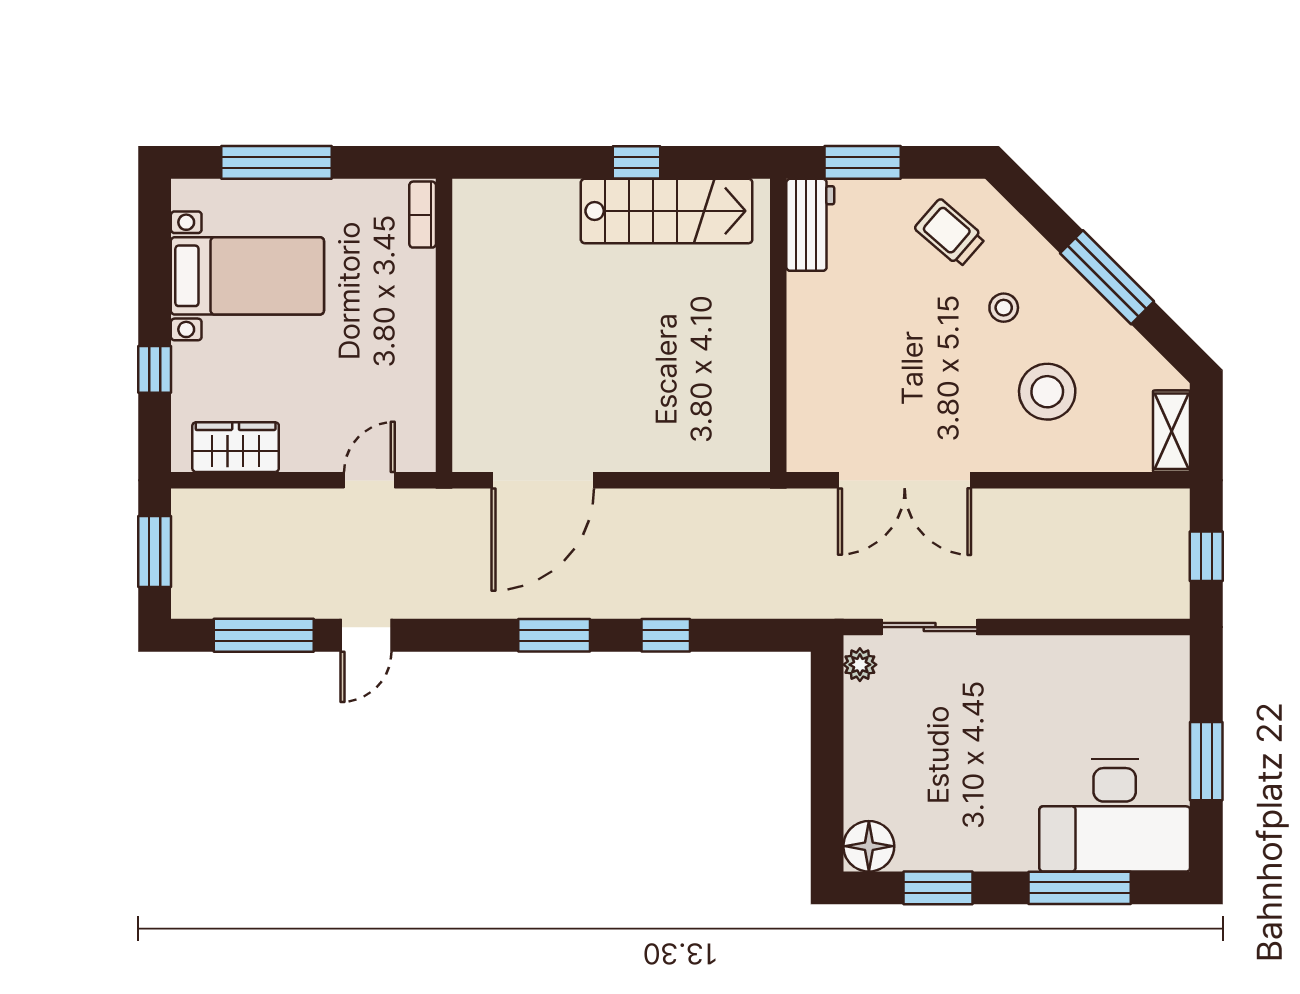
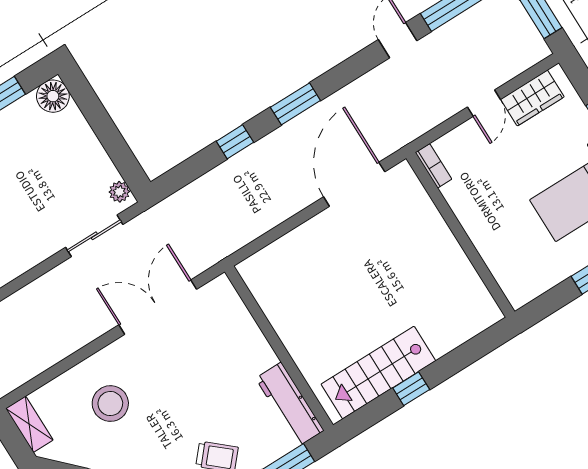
bookcase: (423, 215) -> (433, 166), moved
workbench: (810, 225) -> (290, 404), width x1.38
stool: (1004, 308) -> (162, 434), removed
door: (369, 480) -> (484, 103), moved

